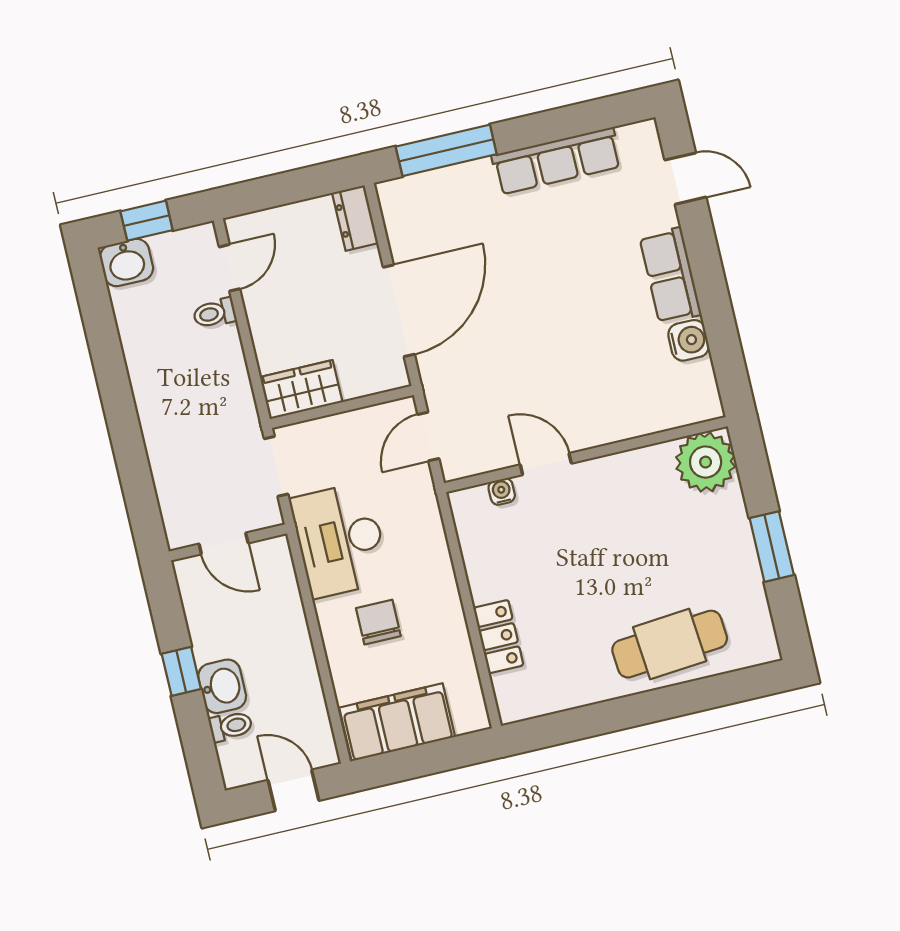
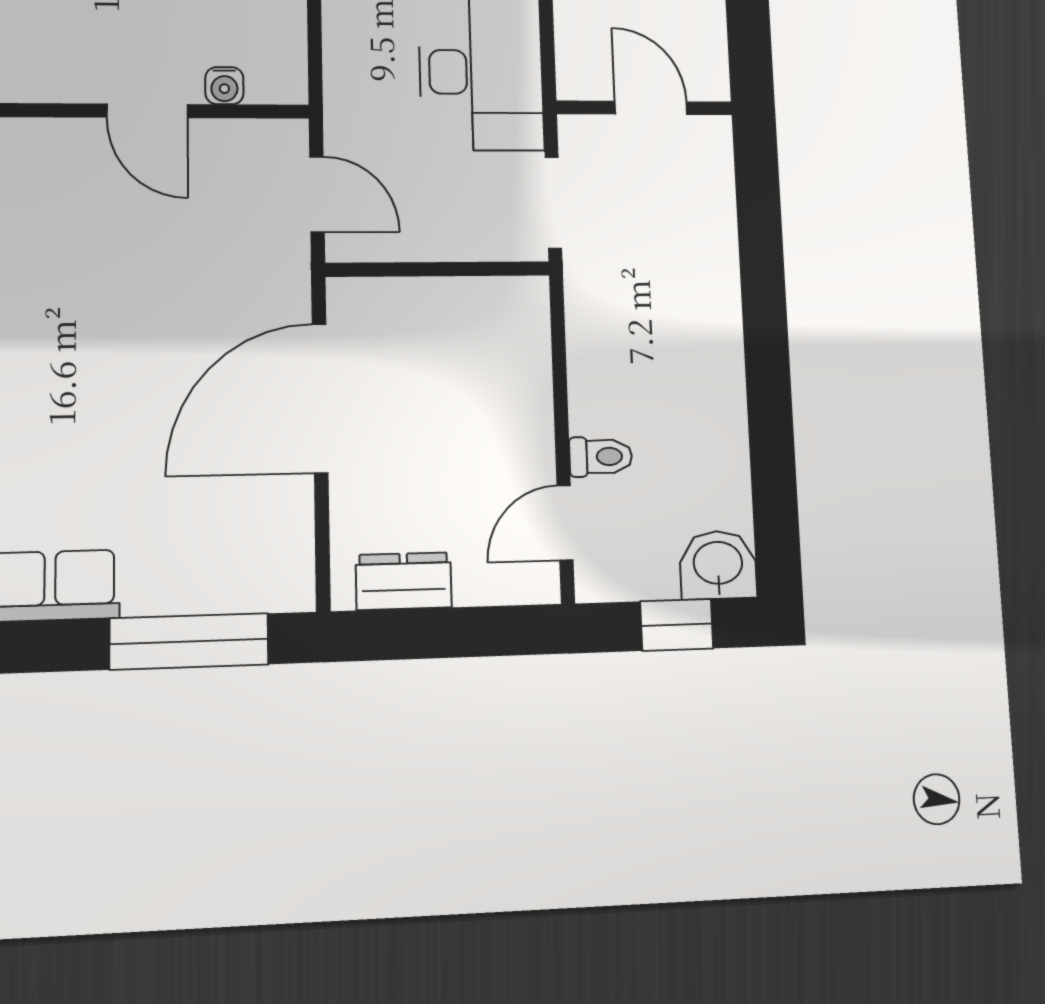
dresser: (355, 218) -> (404, 581), moved, turned -90
wardrobe: (301, 390) -> (493, 310), removed
door: (428, 437) -> (317, 194), hinge flipped

